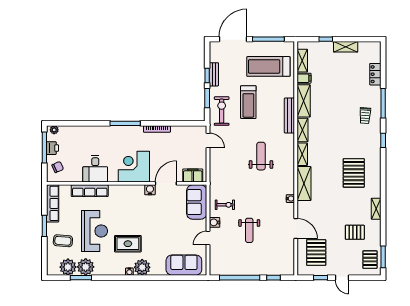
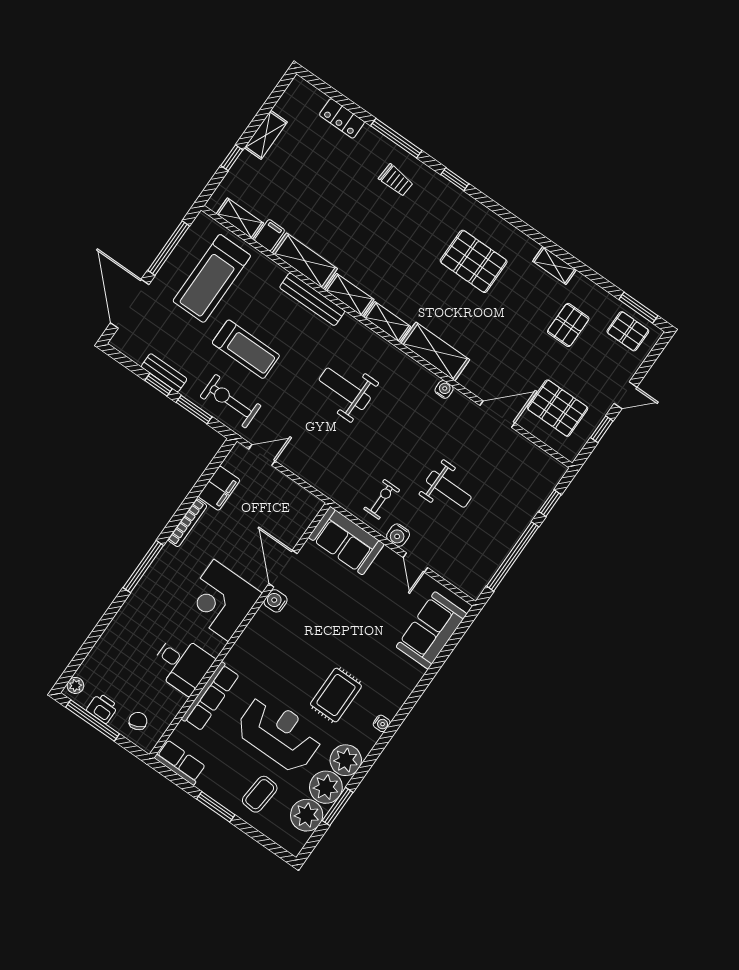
filing cabinet: (193, 175) -> (219, 488), moved, turned 180
row of seats: (53, 203) -> (180, 762), width x0.68
plant: (142, 267) -> (346, 760), moved

